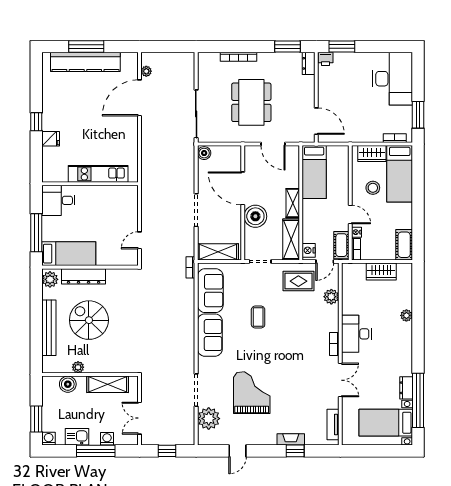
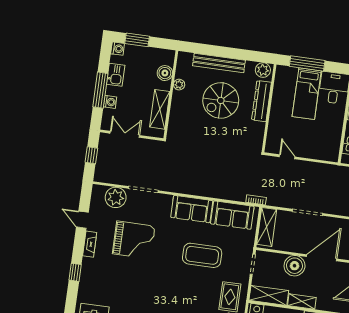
bed: (69, 254) -> (307, 94), moved
coffee table: (258, 317) -> (202, 255), width x1.86, depth x1.72
spiral stairs: (89, 320) -> (221, 100), turned 180
fireplace: (291, 439) -> (90, 244), moved

